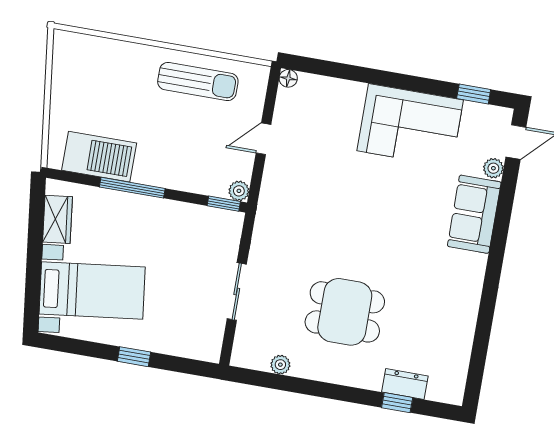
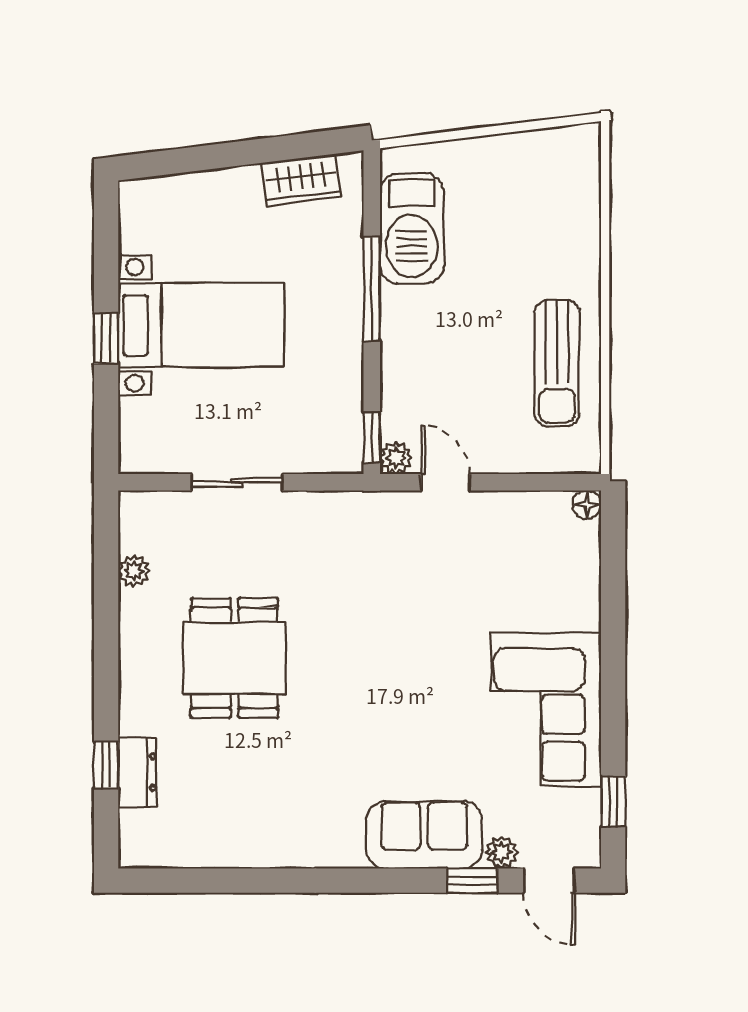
door: (263, 139) -> (445, 482), moved
window: (508, 190) -> (472, 881), added
bed with nightstands: (92, 291) -> (201, 325), moved, turned -83

